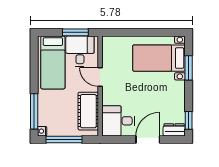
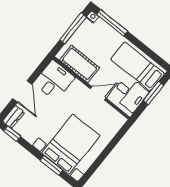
window: (75, 32) -> (153, 93), moved
bed with nightstands: (159, 58) -> (71, 144), width x1.36

